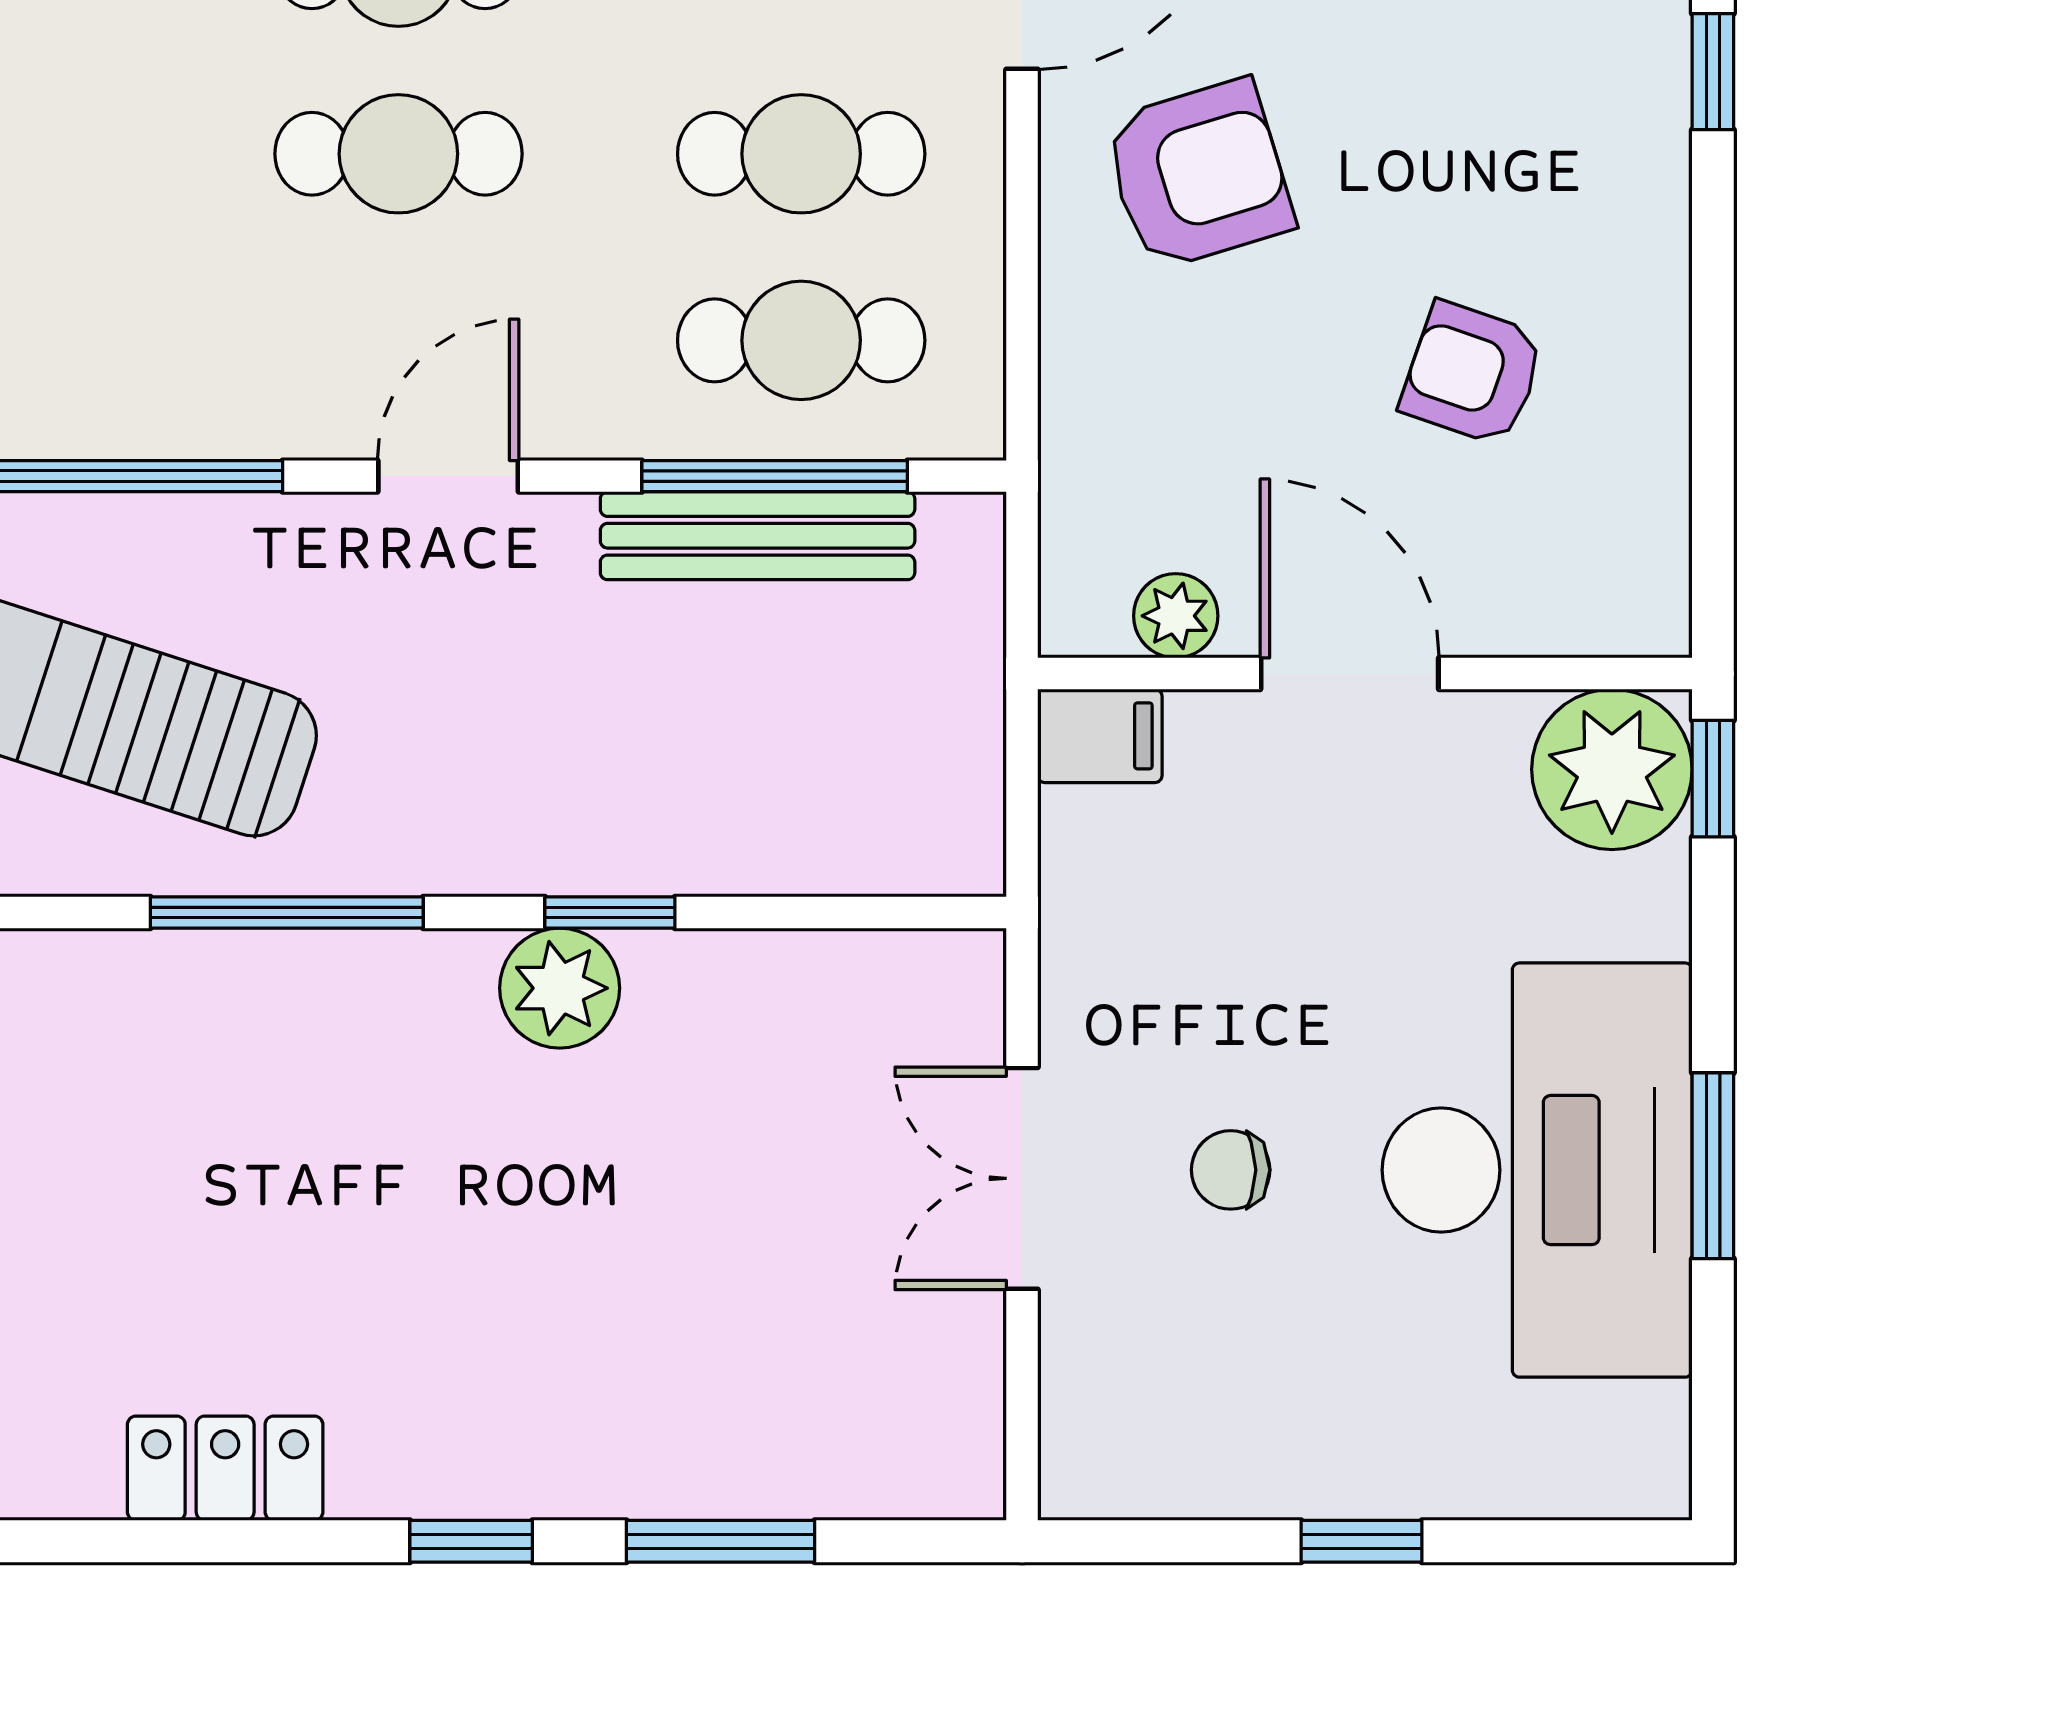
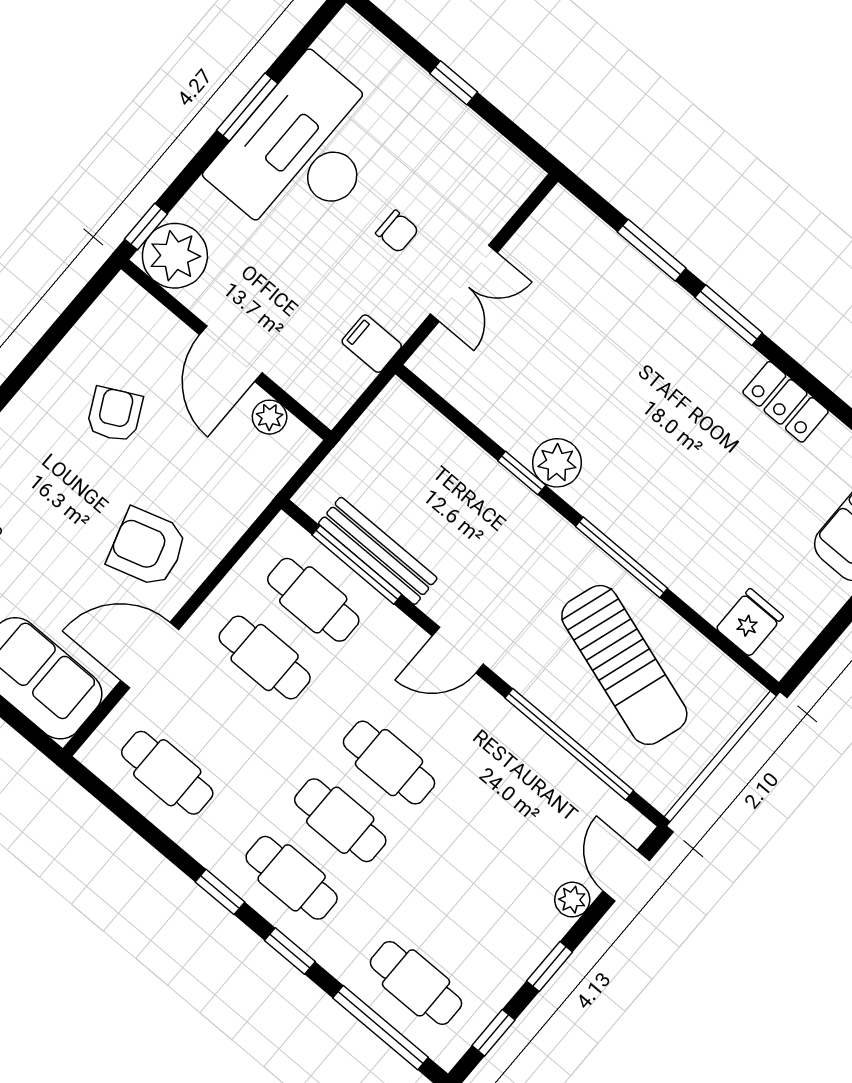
armchair: (1472, 373) -> (115, 414), turned -136
filing cabinet: (1100, 736) -> (372, 344), moved
window: (471, 1541) -> (729, 315), width x1.50

